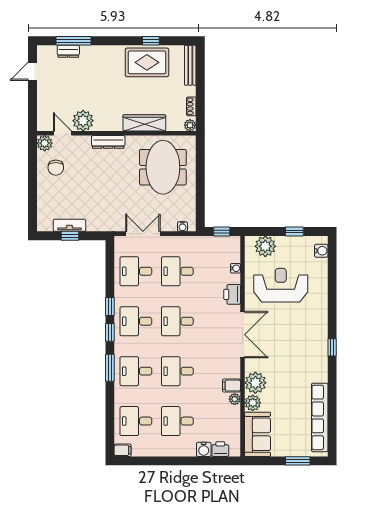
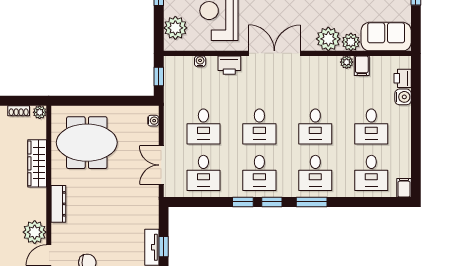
filing cabinet: (232, 386) -> (362, 66), moved

